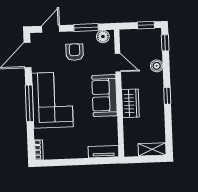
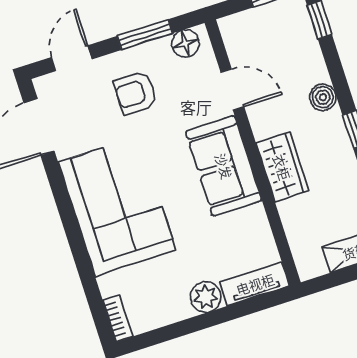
armchair: (75, 52) -> (136, 93), turned -90
boiler: (157, 66) -> (323, 97), moved
window: (29, 103) -> (71, 226), removed
plant: (80, 151) -> (206, 297), added

